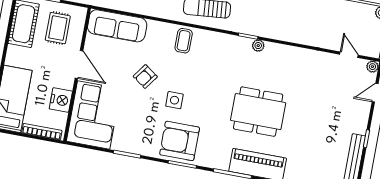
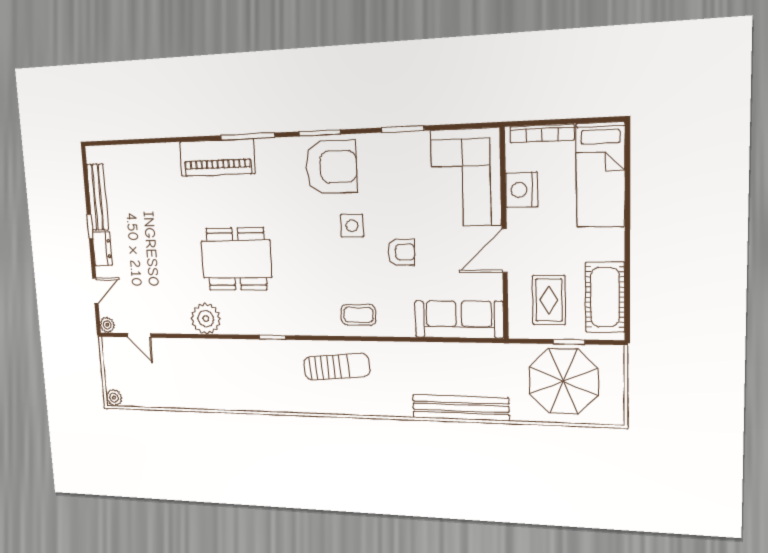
coffee table: (184, 41) -> (358, 315), turned 90
plant: (258, 46) -> (206, 319), moved, width x1.88, depth x1.88
door: (79, 64) -> (505, 251), hinge flipped
armchair: (145, 77) -> (401, 252), turned 54
dining table: (258, 112) -> (236, 259), moved
dresser: (361, 121) -> (102, 249), added

